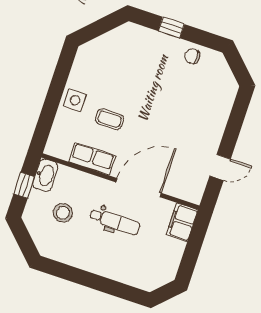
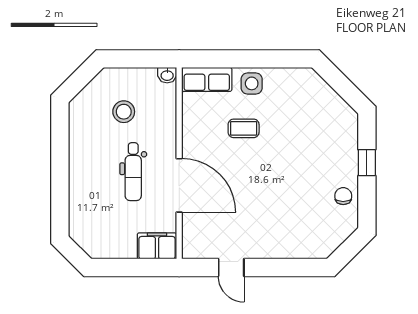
coffee table: (109, 119) -> (244, 128), turned 90
row of seats: (92, 159) -> (207, 79), moved, turned 90
washbasin: (45, 175) -> (167, 75), width x0.52, depth x0.69
window: (24, 185) -> (140, 59), removed

